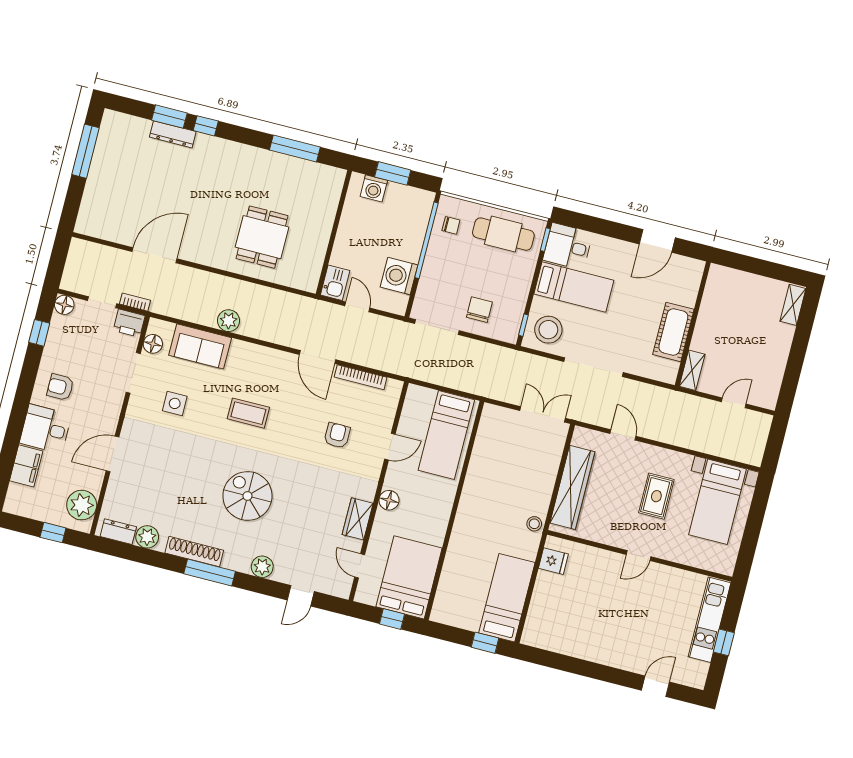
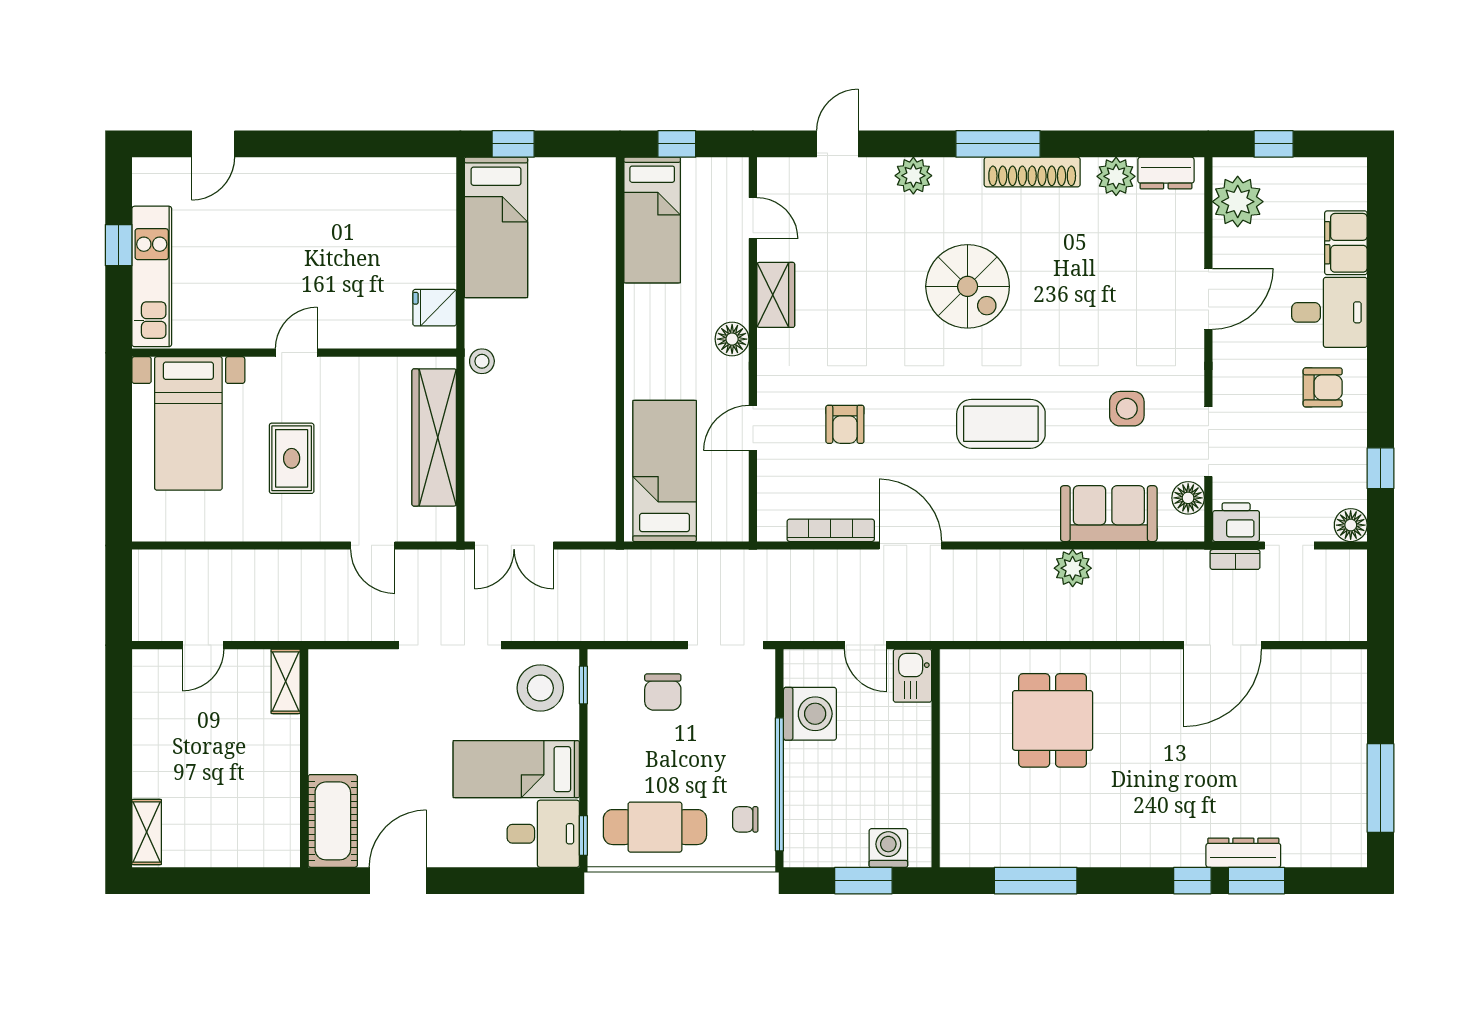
cot: (673, 332) -> (333, 821), moved
coffee table: (248, 413) -> (1001, 424), width x1.36, depth x1.32
bed with nightstands: (717, 502) -> (188, 423), moved, turned 180
bed: (409, 577) -> (652, 220), width x0.67

